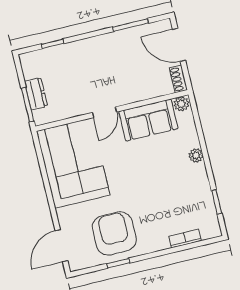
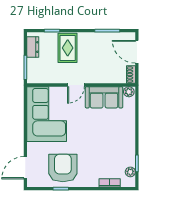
rug: (80, 63) -> (68, 48), added
dresser: (36, 94) -> (33, 47), moved
plant: (196, 155) -> (130, 172), moved

